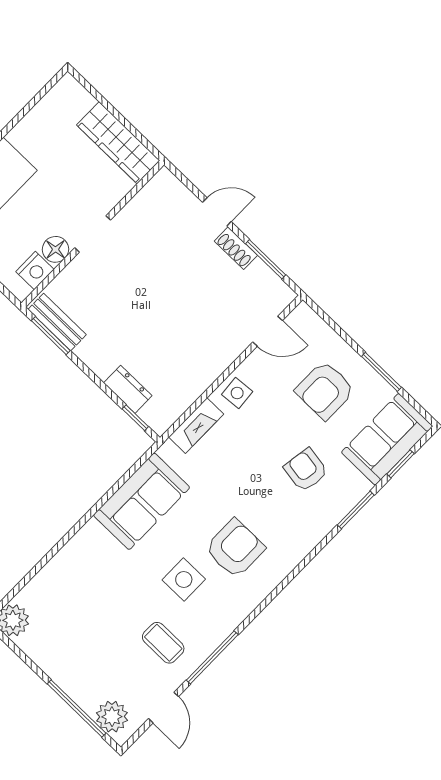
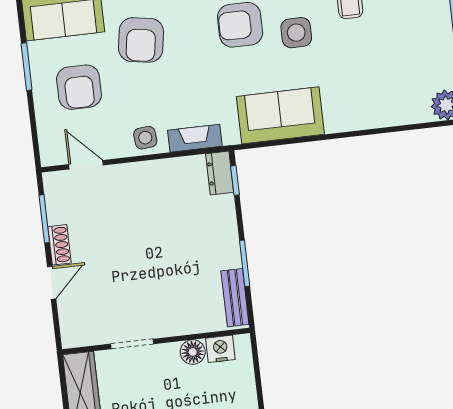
door: (217, 212) -> (52, 283), swing flipped
doorway: (93, 234) -> (132, 344), moved
window: (51, 336) -> (245, 263), moved
dresser: (128, 389) -> (220, 173), moved
armchair: (325, 390) -> (79, 87), turned 90
armchair: (306, 470) -> (141, 40), width x1.38, depth x1.38

